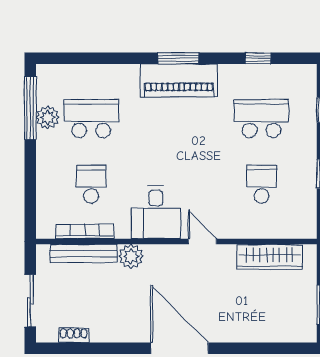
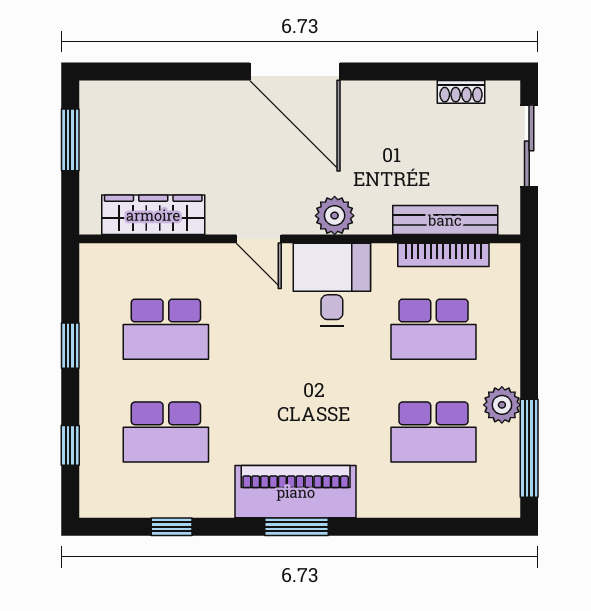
plant: (48, 117) -> (502, 405), moved
school desk: (91, 184) -> (433, 329), width x1.85
school desk: (262, 184) -> (166, 329), width x1.85
plant: (131, 256) -> (335, 216), moved

